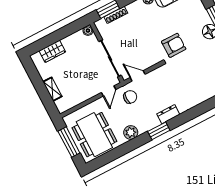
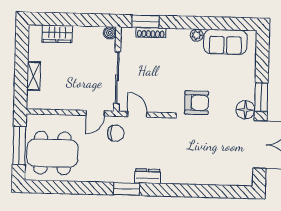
plant: (131, 132) -> (94, 173), removed
dining table: (94, 135) -> (52, 153), turned 90

